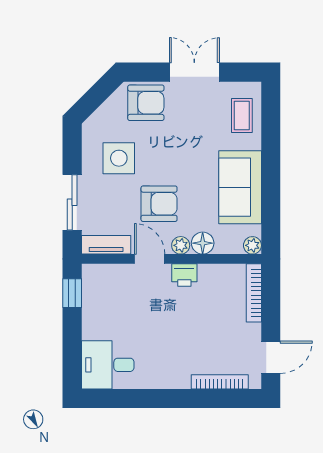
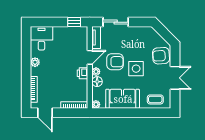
armchair: (146, 103) -> (161, 56), turned 86
side table: (119, 158) -> (136, 69), moved
armchair: (159, 204) -> (115, 62), turned -90
plant: (160, 379) -> (35, 62), added

